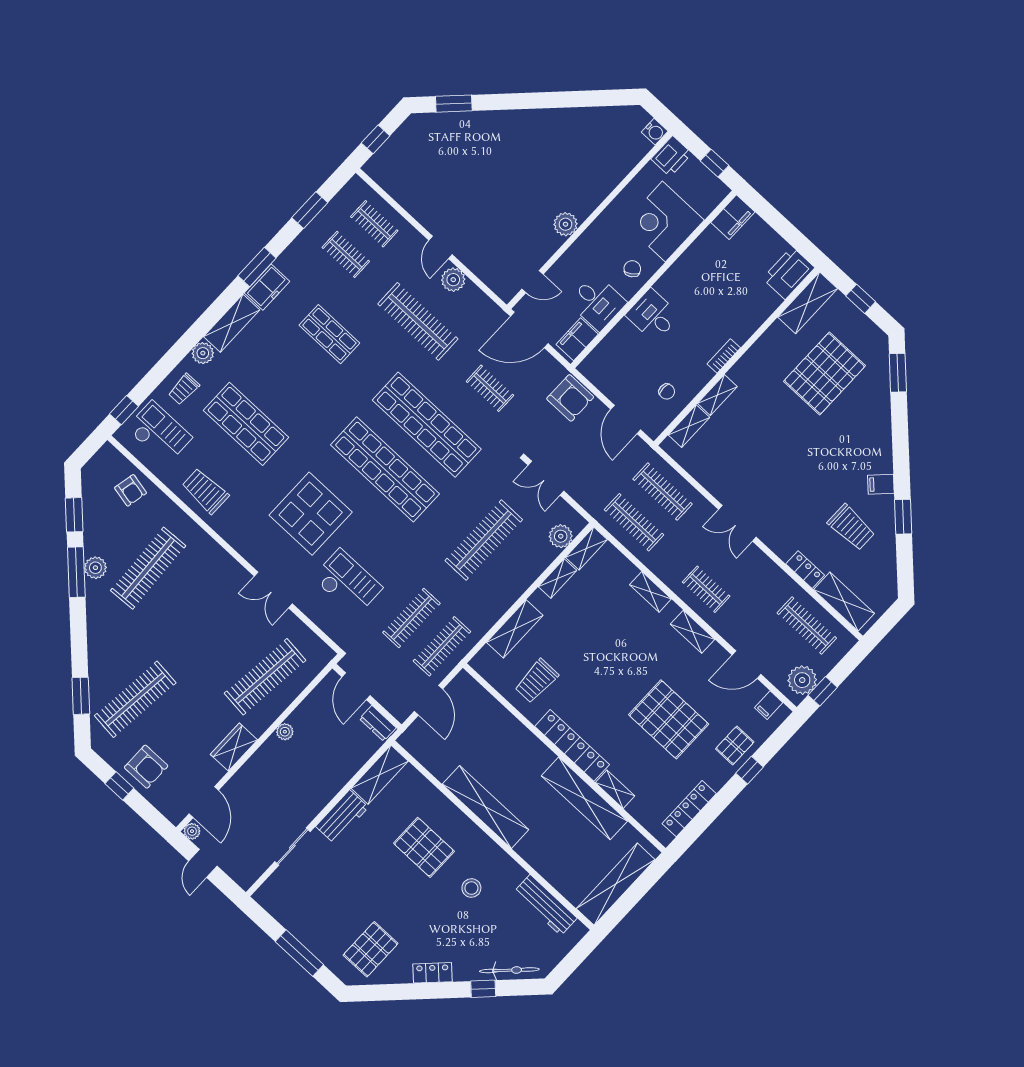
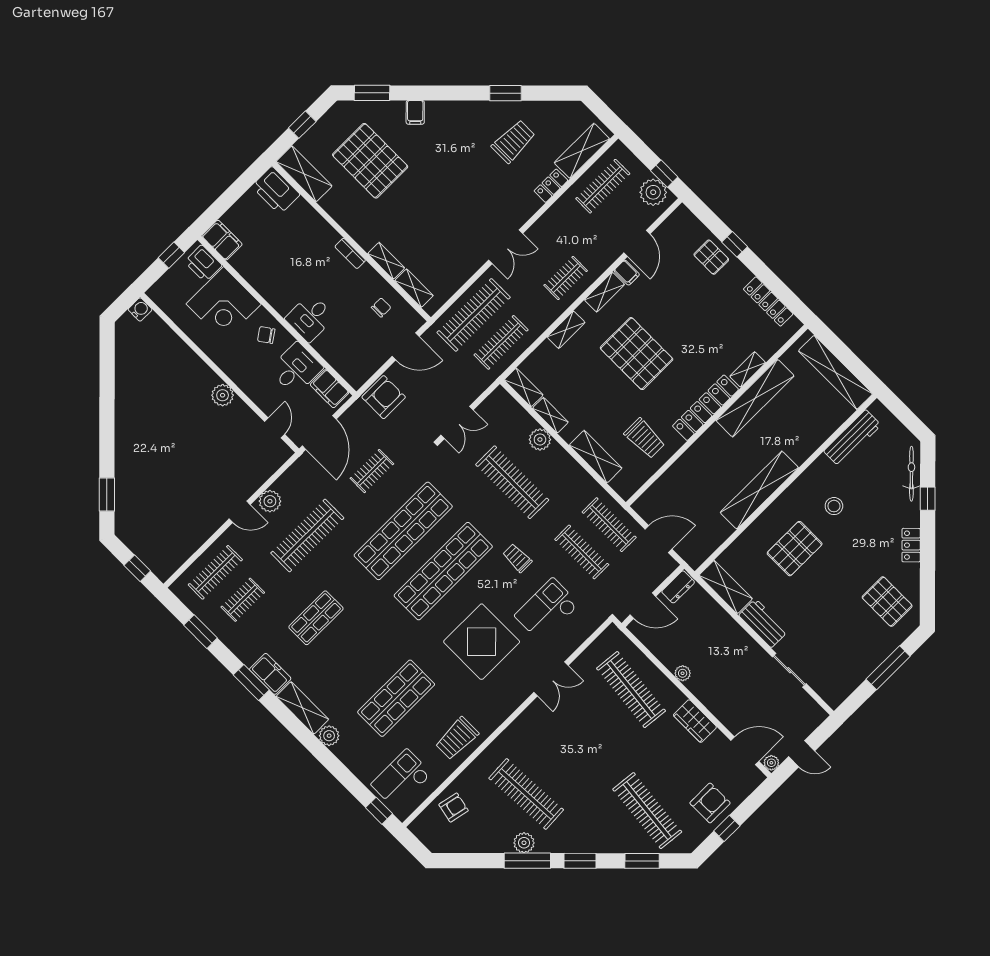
printer: (671, 156) -> (203, 263), moved, turned 180
clothes rail: (374, 224) -> (215, 572), width x1.36
trolley: (184, 389) -> (517, 558), moved, turned 180
filing cabinet: (881, 484) -> (415, 112), moved
clothes rail: (663, 492) -> (474, 315), width x1.37, depth x1.31
window: (74, 515) -> (580, 861), moved
plant: (561, 536) -> (540, 440), moved
filing cabinet: (769, 705) -> (627, 273), moved
pallet: (669, 719) -> (637, 354), moved, turned 90

